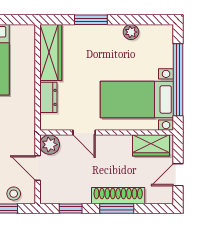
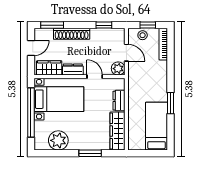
plant: (131, 32) -> (58, 140), width x1.88, depth x1.88
dresser: (116, 143) -> (73, 69), added
window: (117, 208) -> (52, 25), moved

